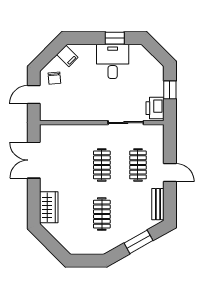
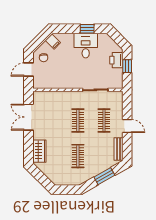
printer: (155, 108) -> (116, 60), moved

